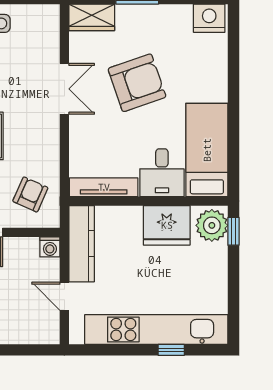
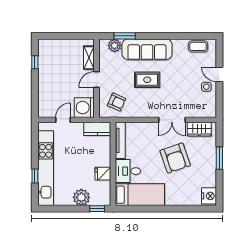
wardrobe: (92, 17) -> (199, 129), moved, turned -90
fridge: (167, 225) -> (103, 174), width x0.53, depth x0.75
plant: (212, 225) -> (81, 197), moved
kitchen counter: (82, 244) -> (97, 129), width x0.67
washing machine: (50, 247) -> (84, 108), width x1.89, depth x1.89

